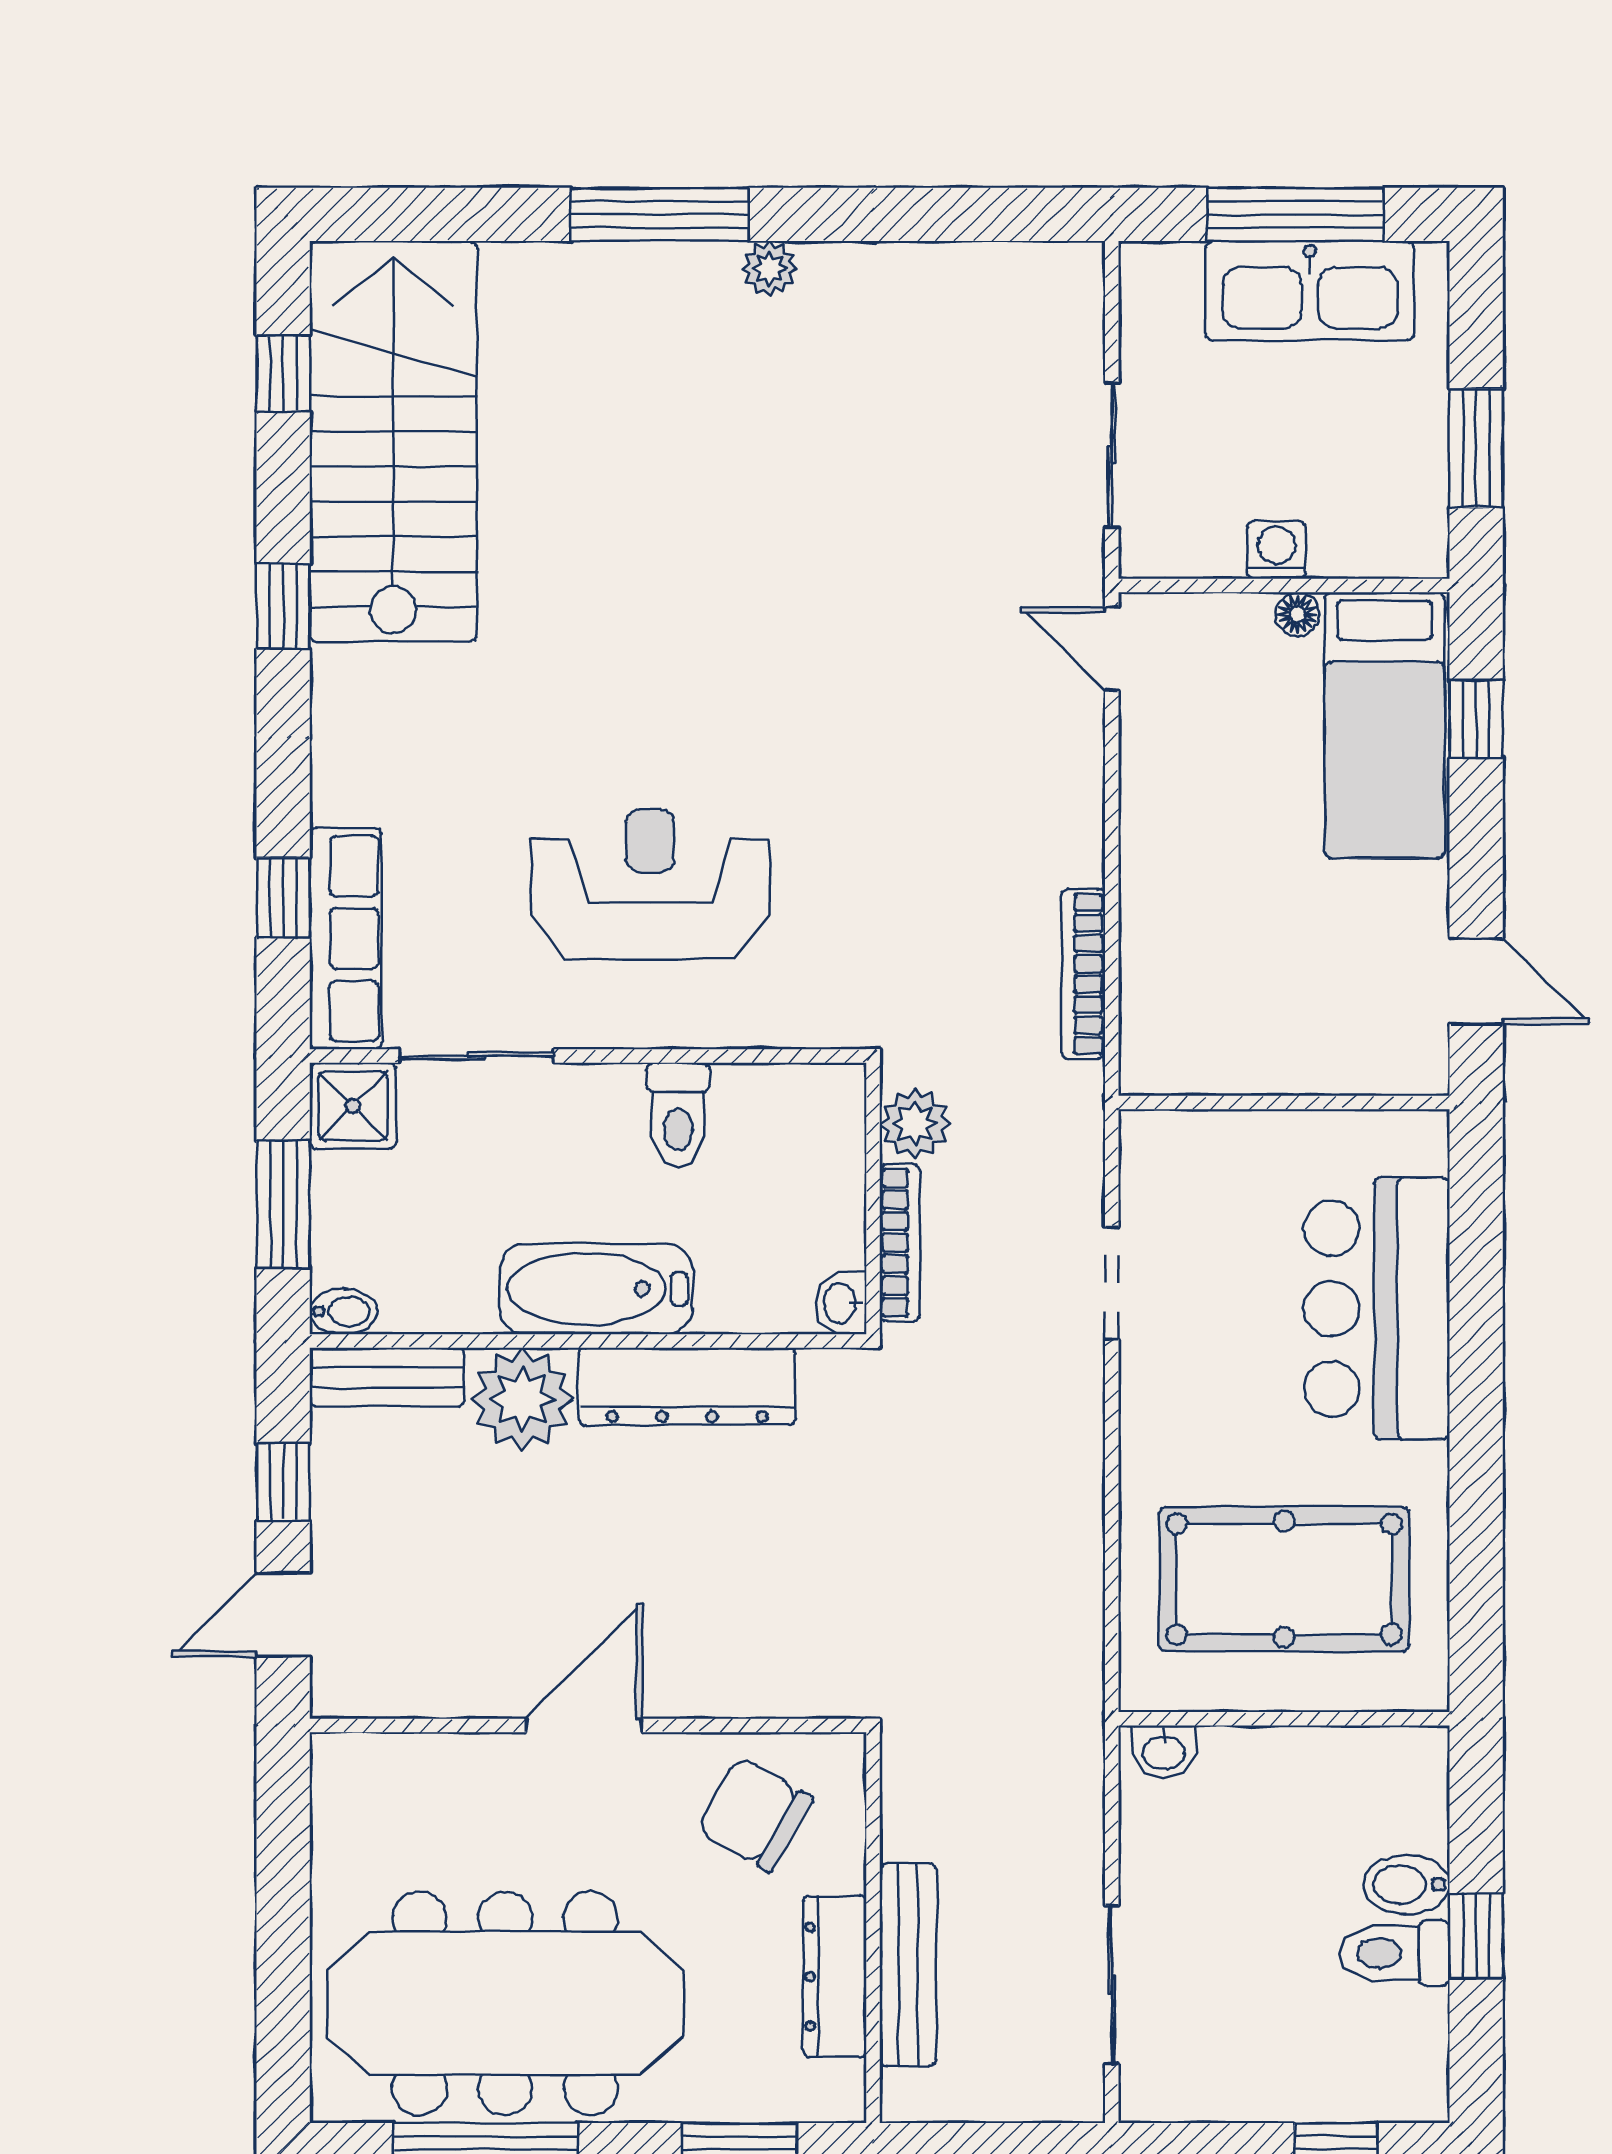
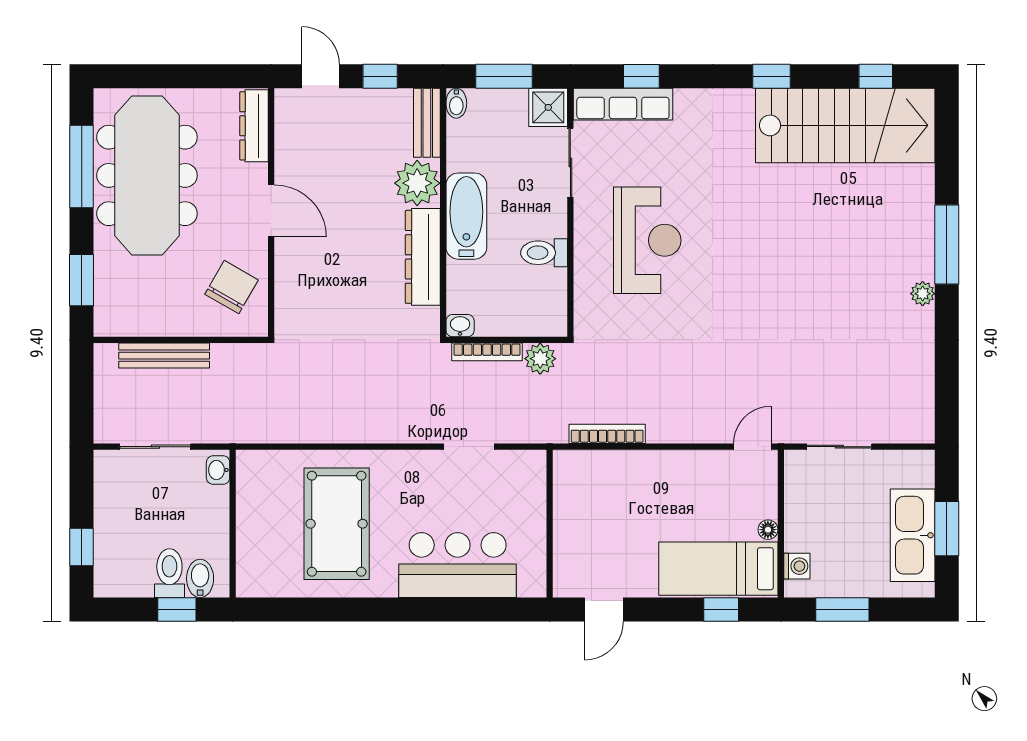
window: (1295, 214) -> (947, 529), width x0.69
washing machine: (1276, 550) -> (797, 566), moved
wall: (1284, 1719) -> (233, 524), moved
washbasin: (1164, 1751) -> (218, 470), moved
dresser: (835, 1977) -> (254, 126), moved, turned -90

